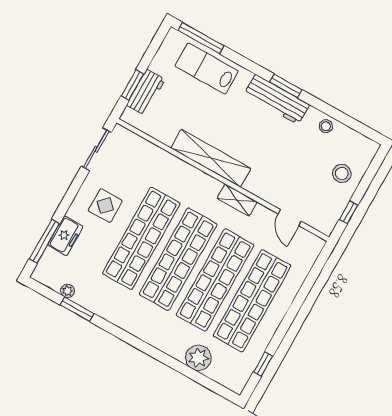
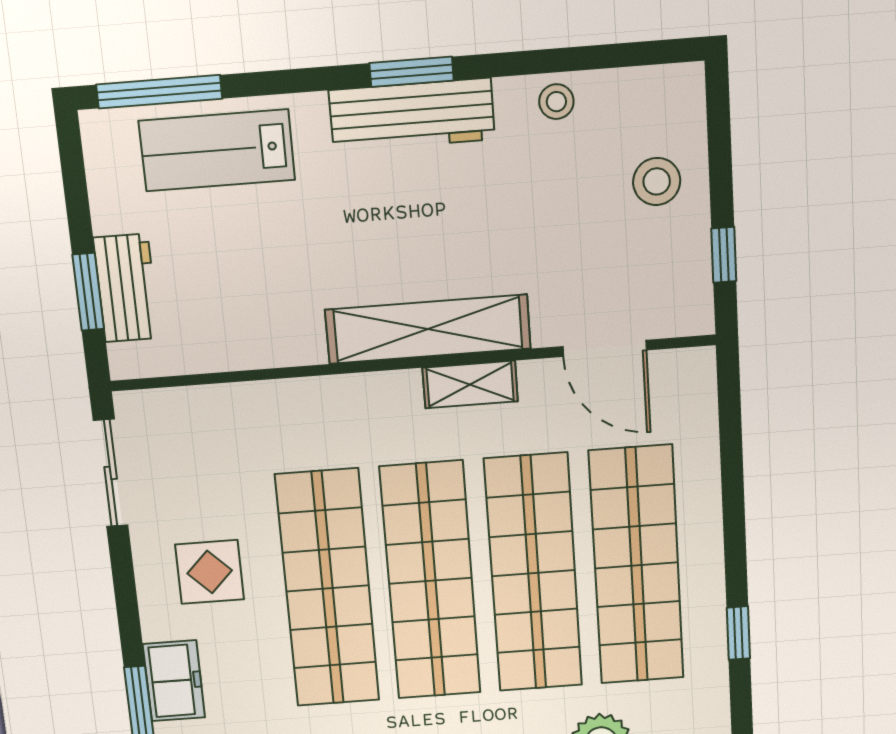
shelving: (211, 158) -> (428, 329), moved
door: (290, 218) -> (605, 348), width x1.38
window: (263, 364) -> (738, 633), moved

